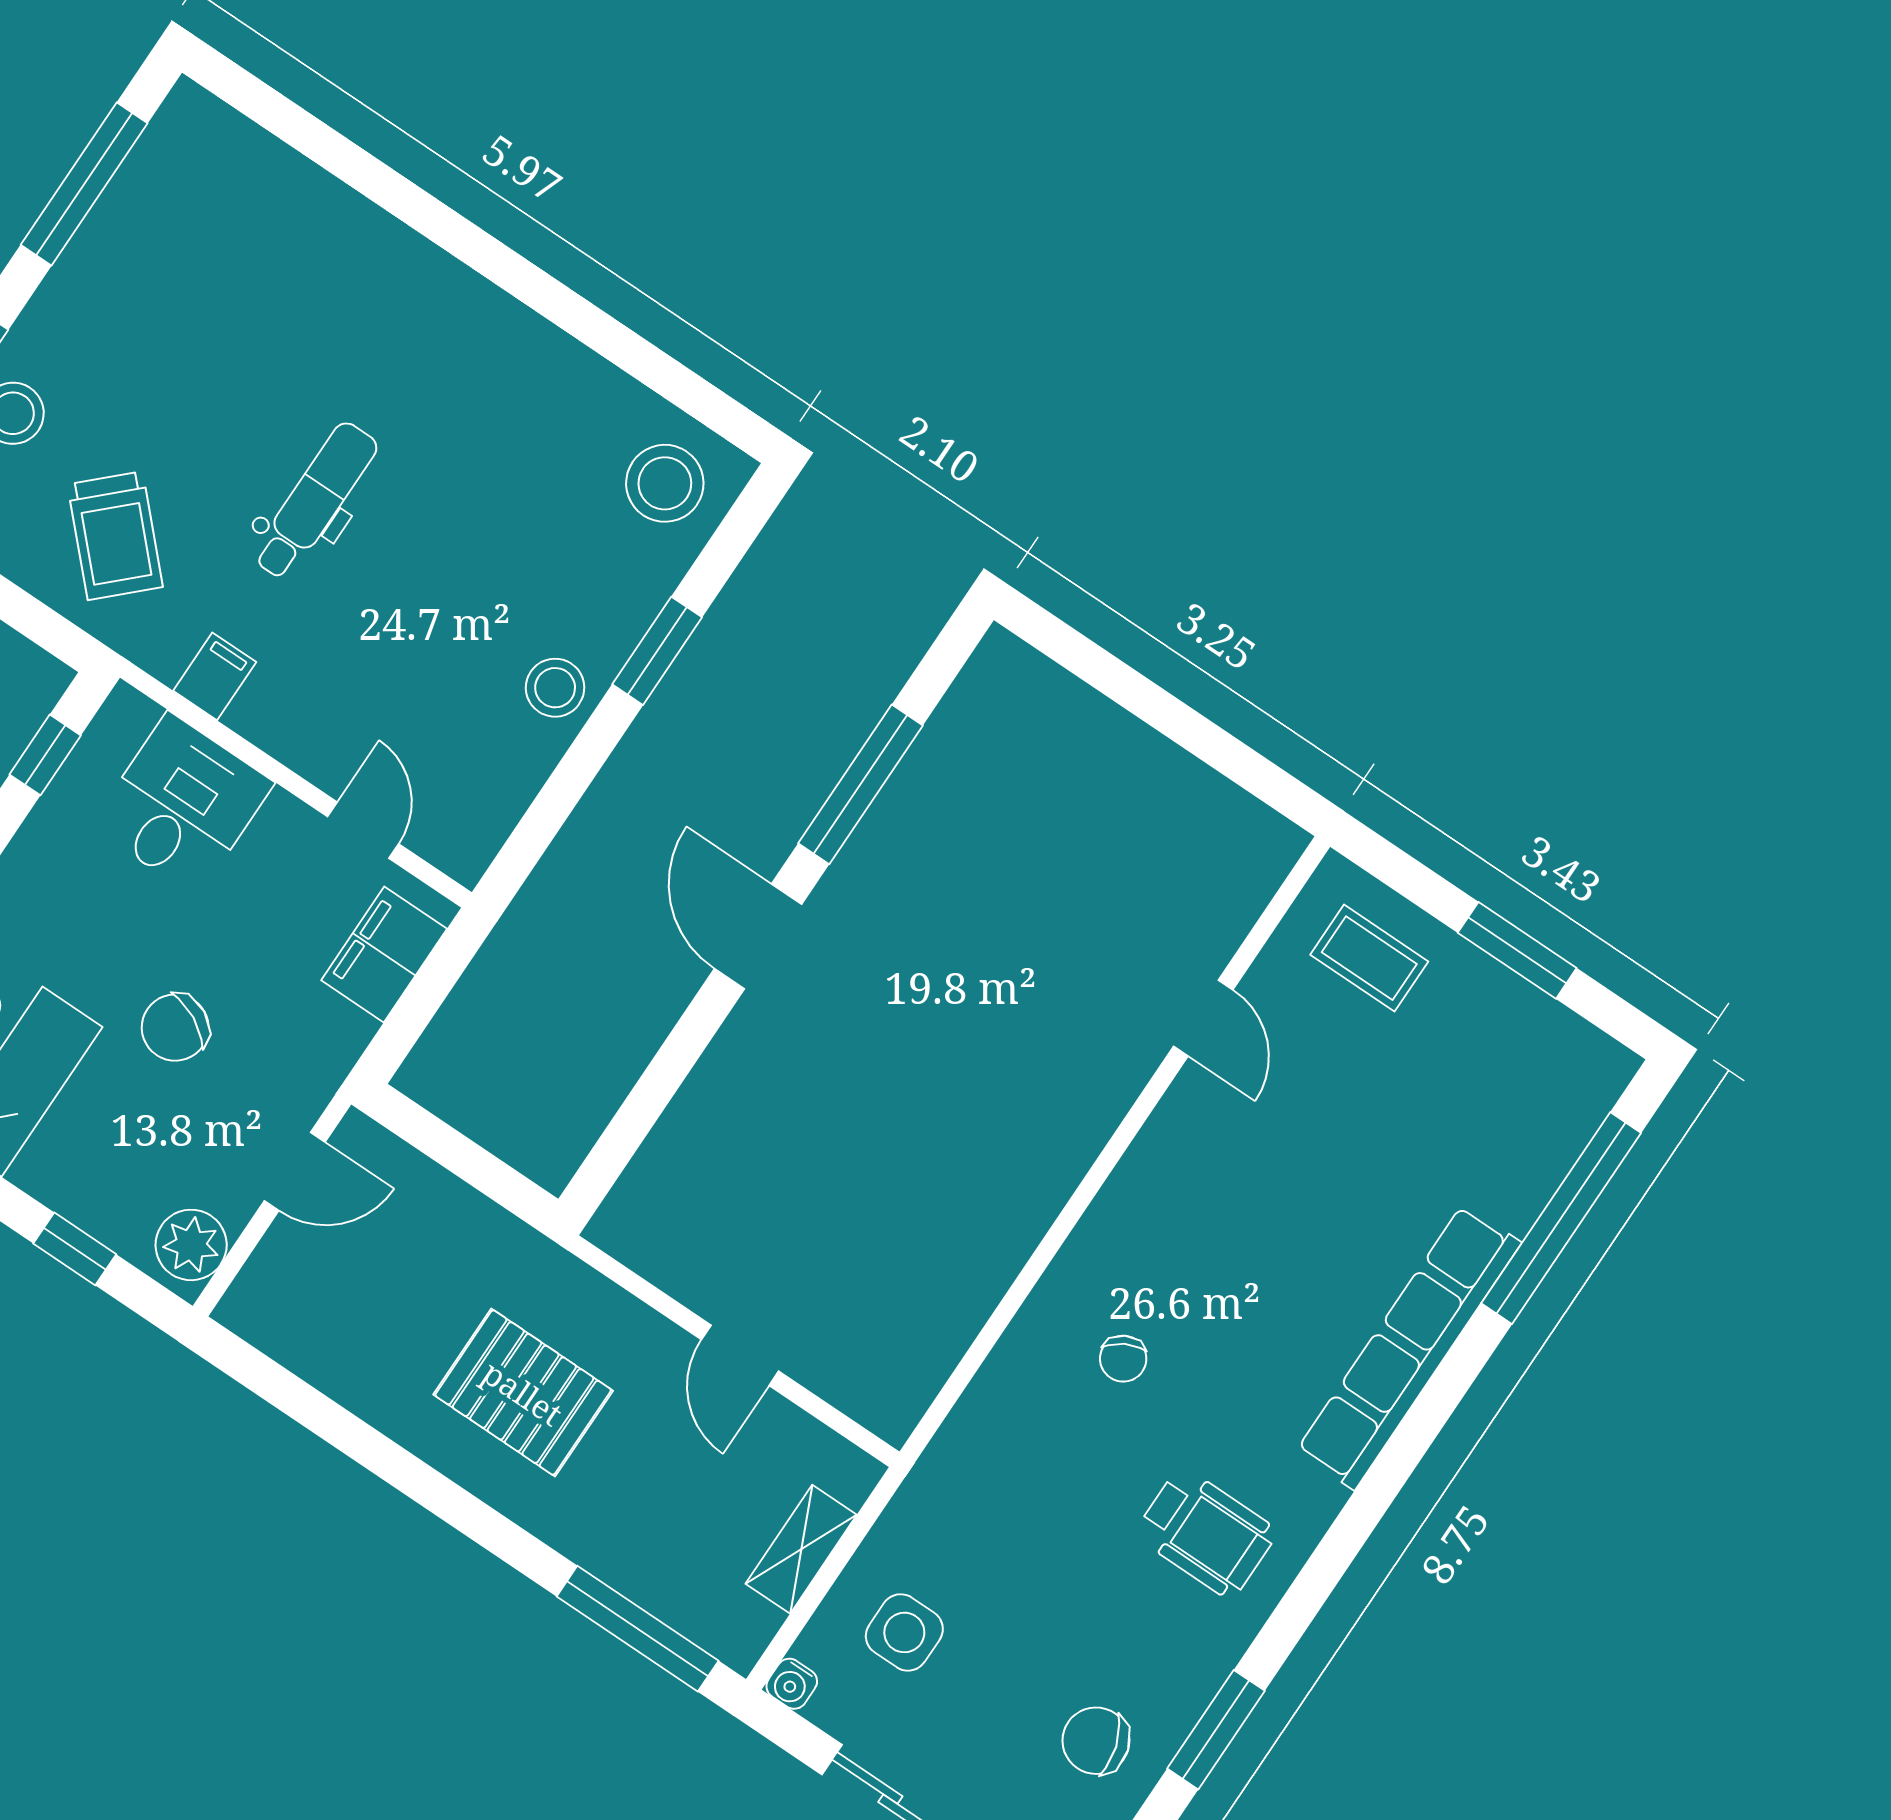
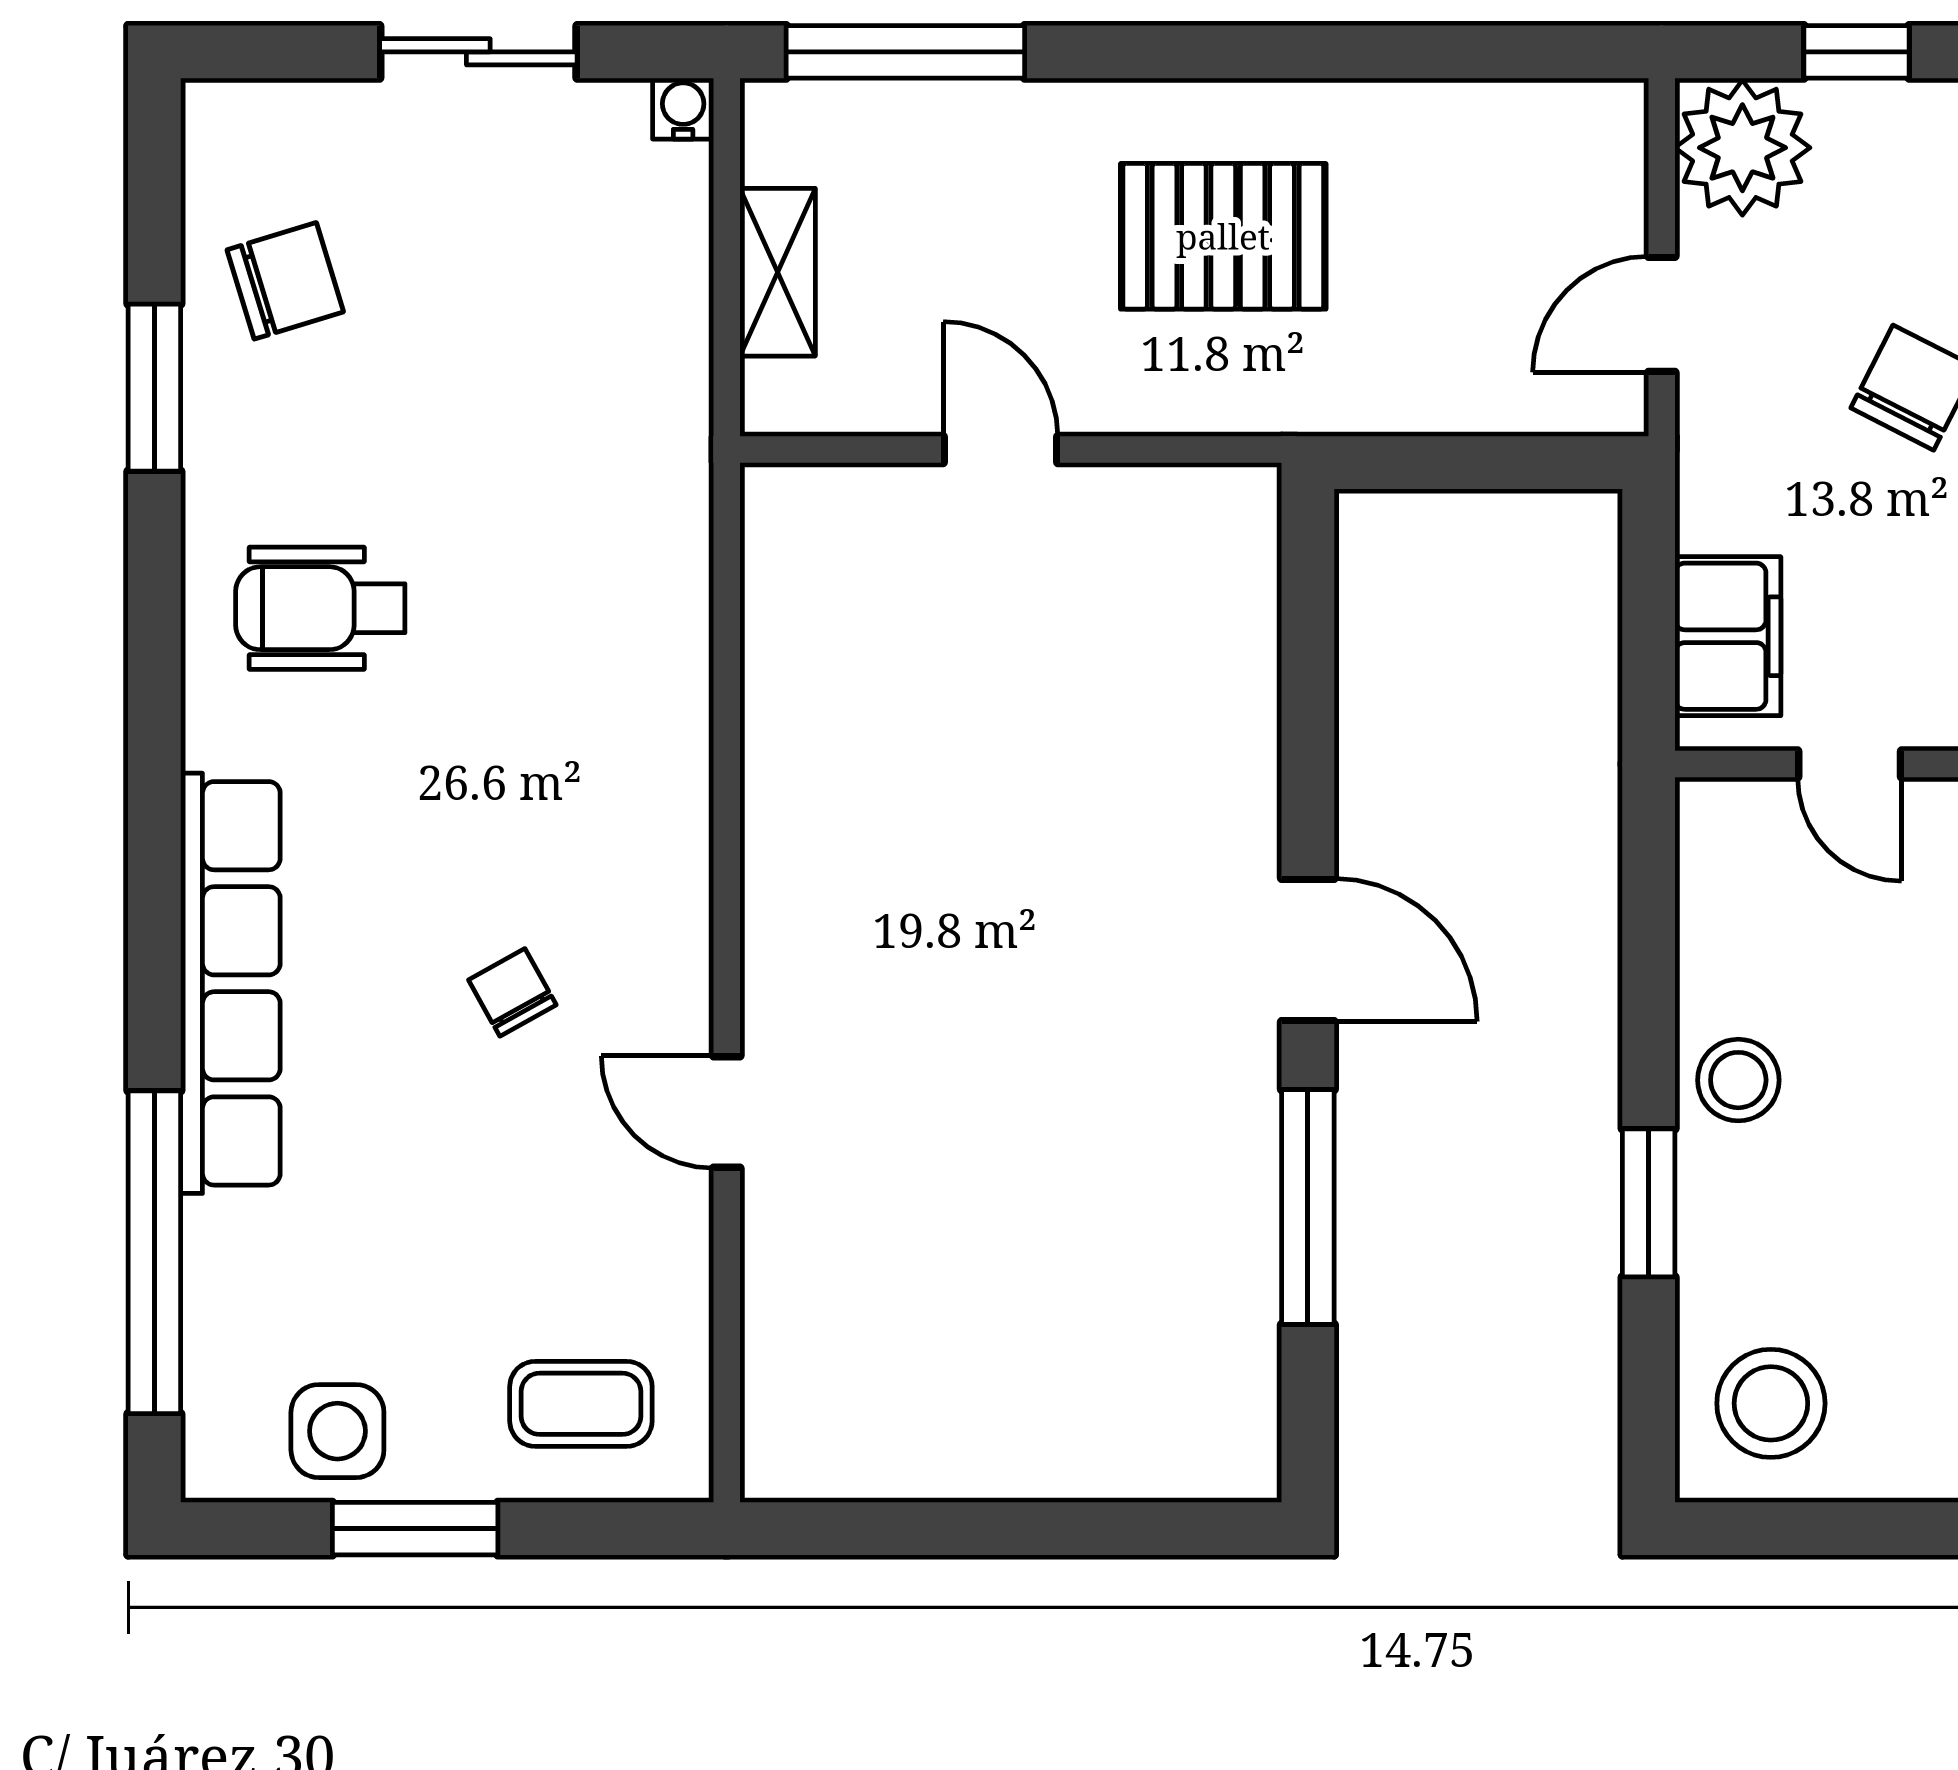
door: (1203, 1018) -> (727, 1112), moved
plant: (191, 1245) -> (1742, 148), width x1.36, depth x1.36
chair: (1123, 1359) -> (512, 992), moved
side table: (904, 1632) -> (337, 1431), moved

